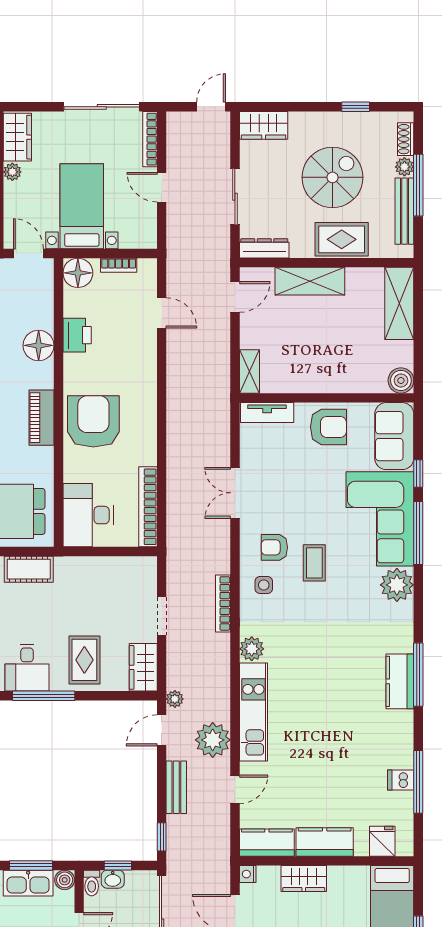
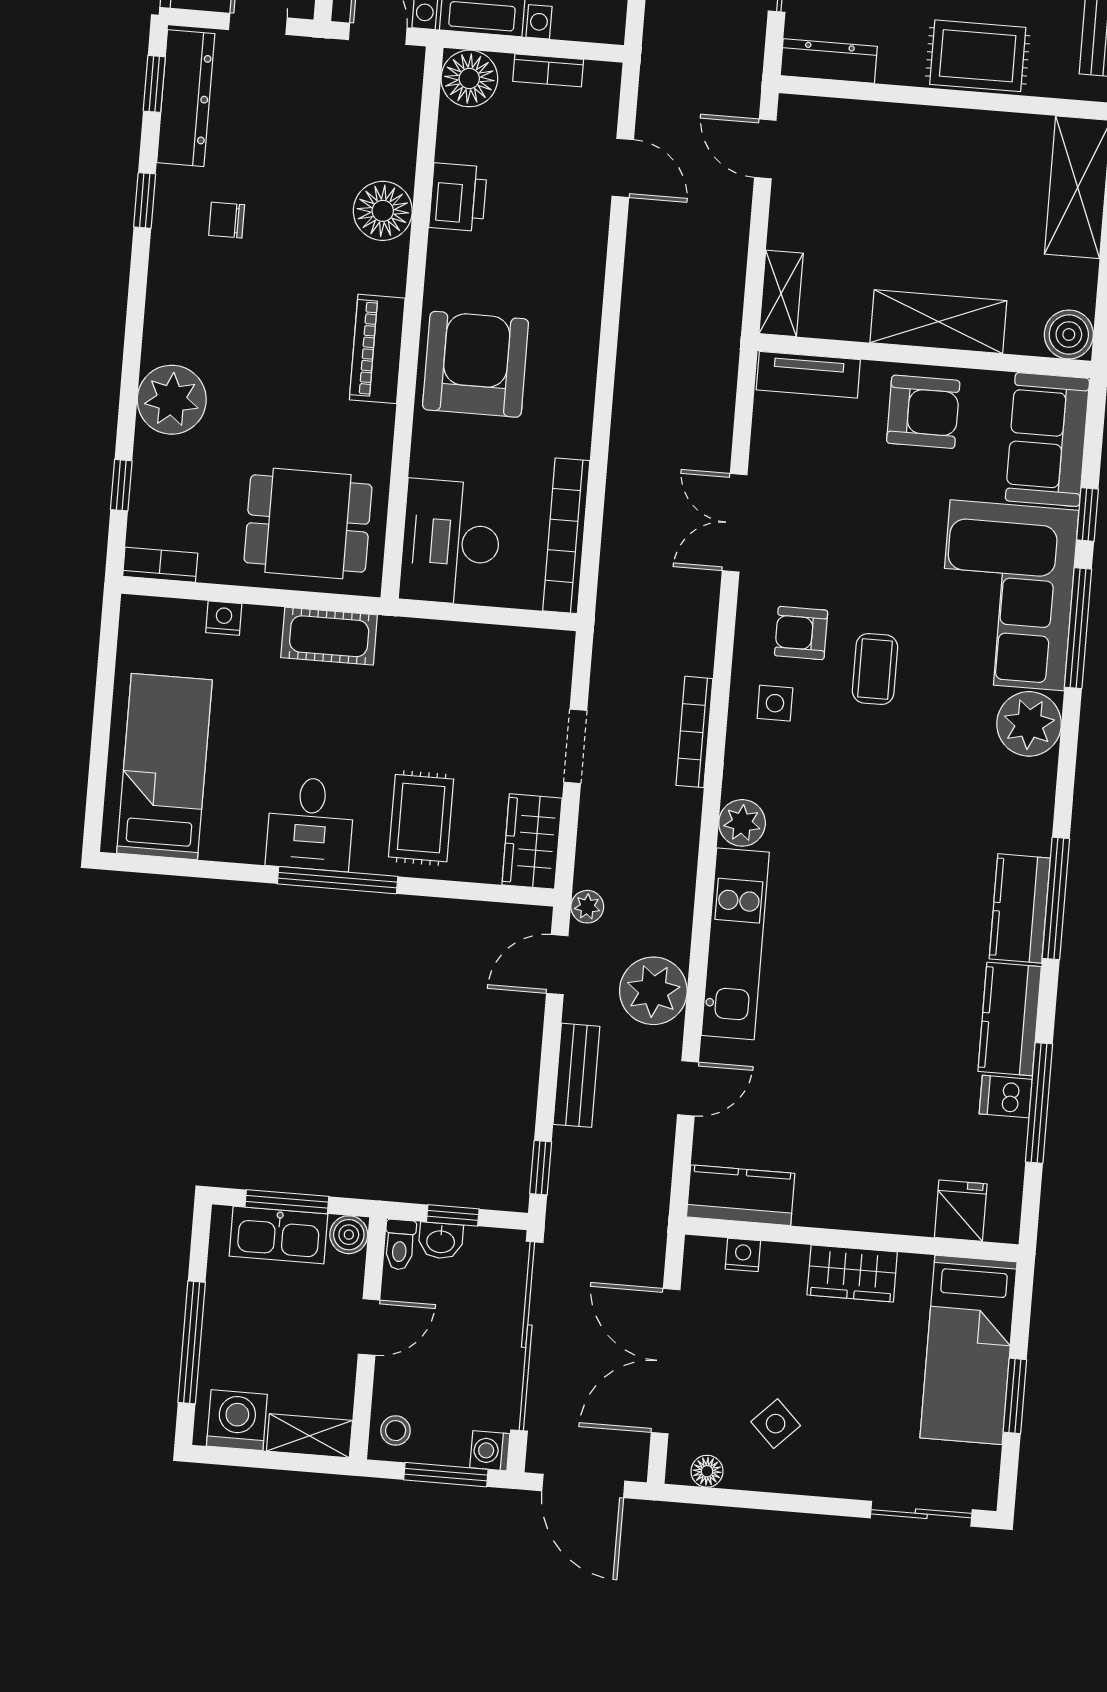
shelving: (310, 281) -> (938, 322), moved
door: (235, 297) -> (765, 149), swing flipped
kitchen counter: (325, 842) -> (1010, 1019), moved, turned -90
nightstand: (248, 874) -> (743, 1255), moved, turned 90
wardrobe: (304, 879) -> (852, 1273), moved

